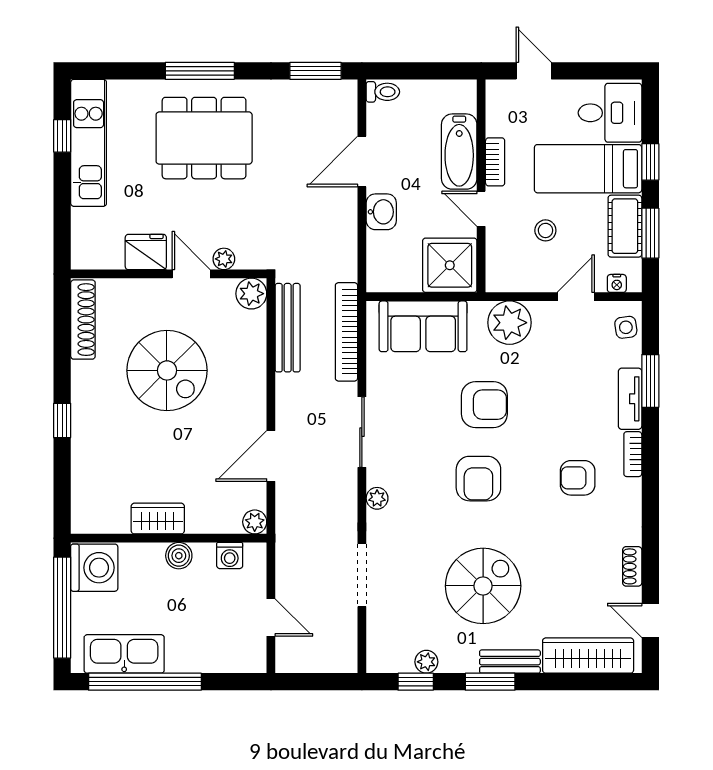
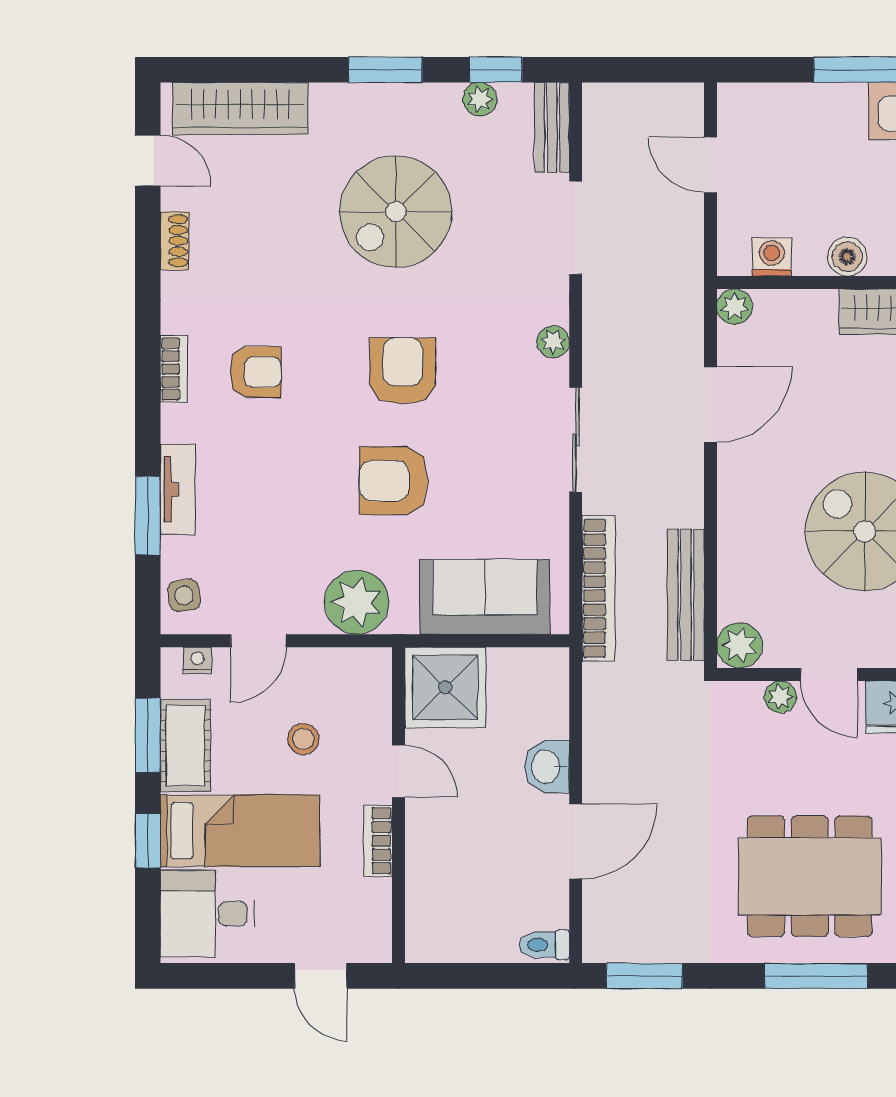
bathtub: (459, 152) -> (431, 856), removed
bookcase: (633, 454) -> (174, 369), moved
bench: (510, 662) -> (552, 127), moved, turned 90

